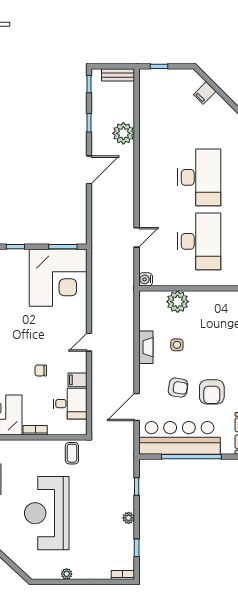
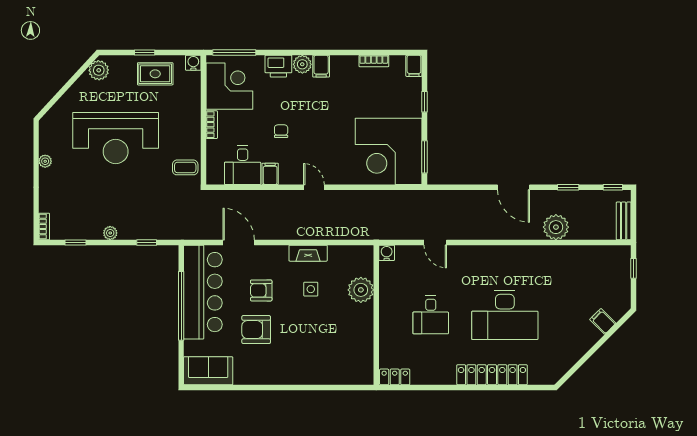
desk: (199, 241) -> (431, 315), width x0.53, depth x0.77
armchair: (178, 388) -> (261, 290), turned 81
reception desk: (47, 513) -> (116, 138), turned 180

